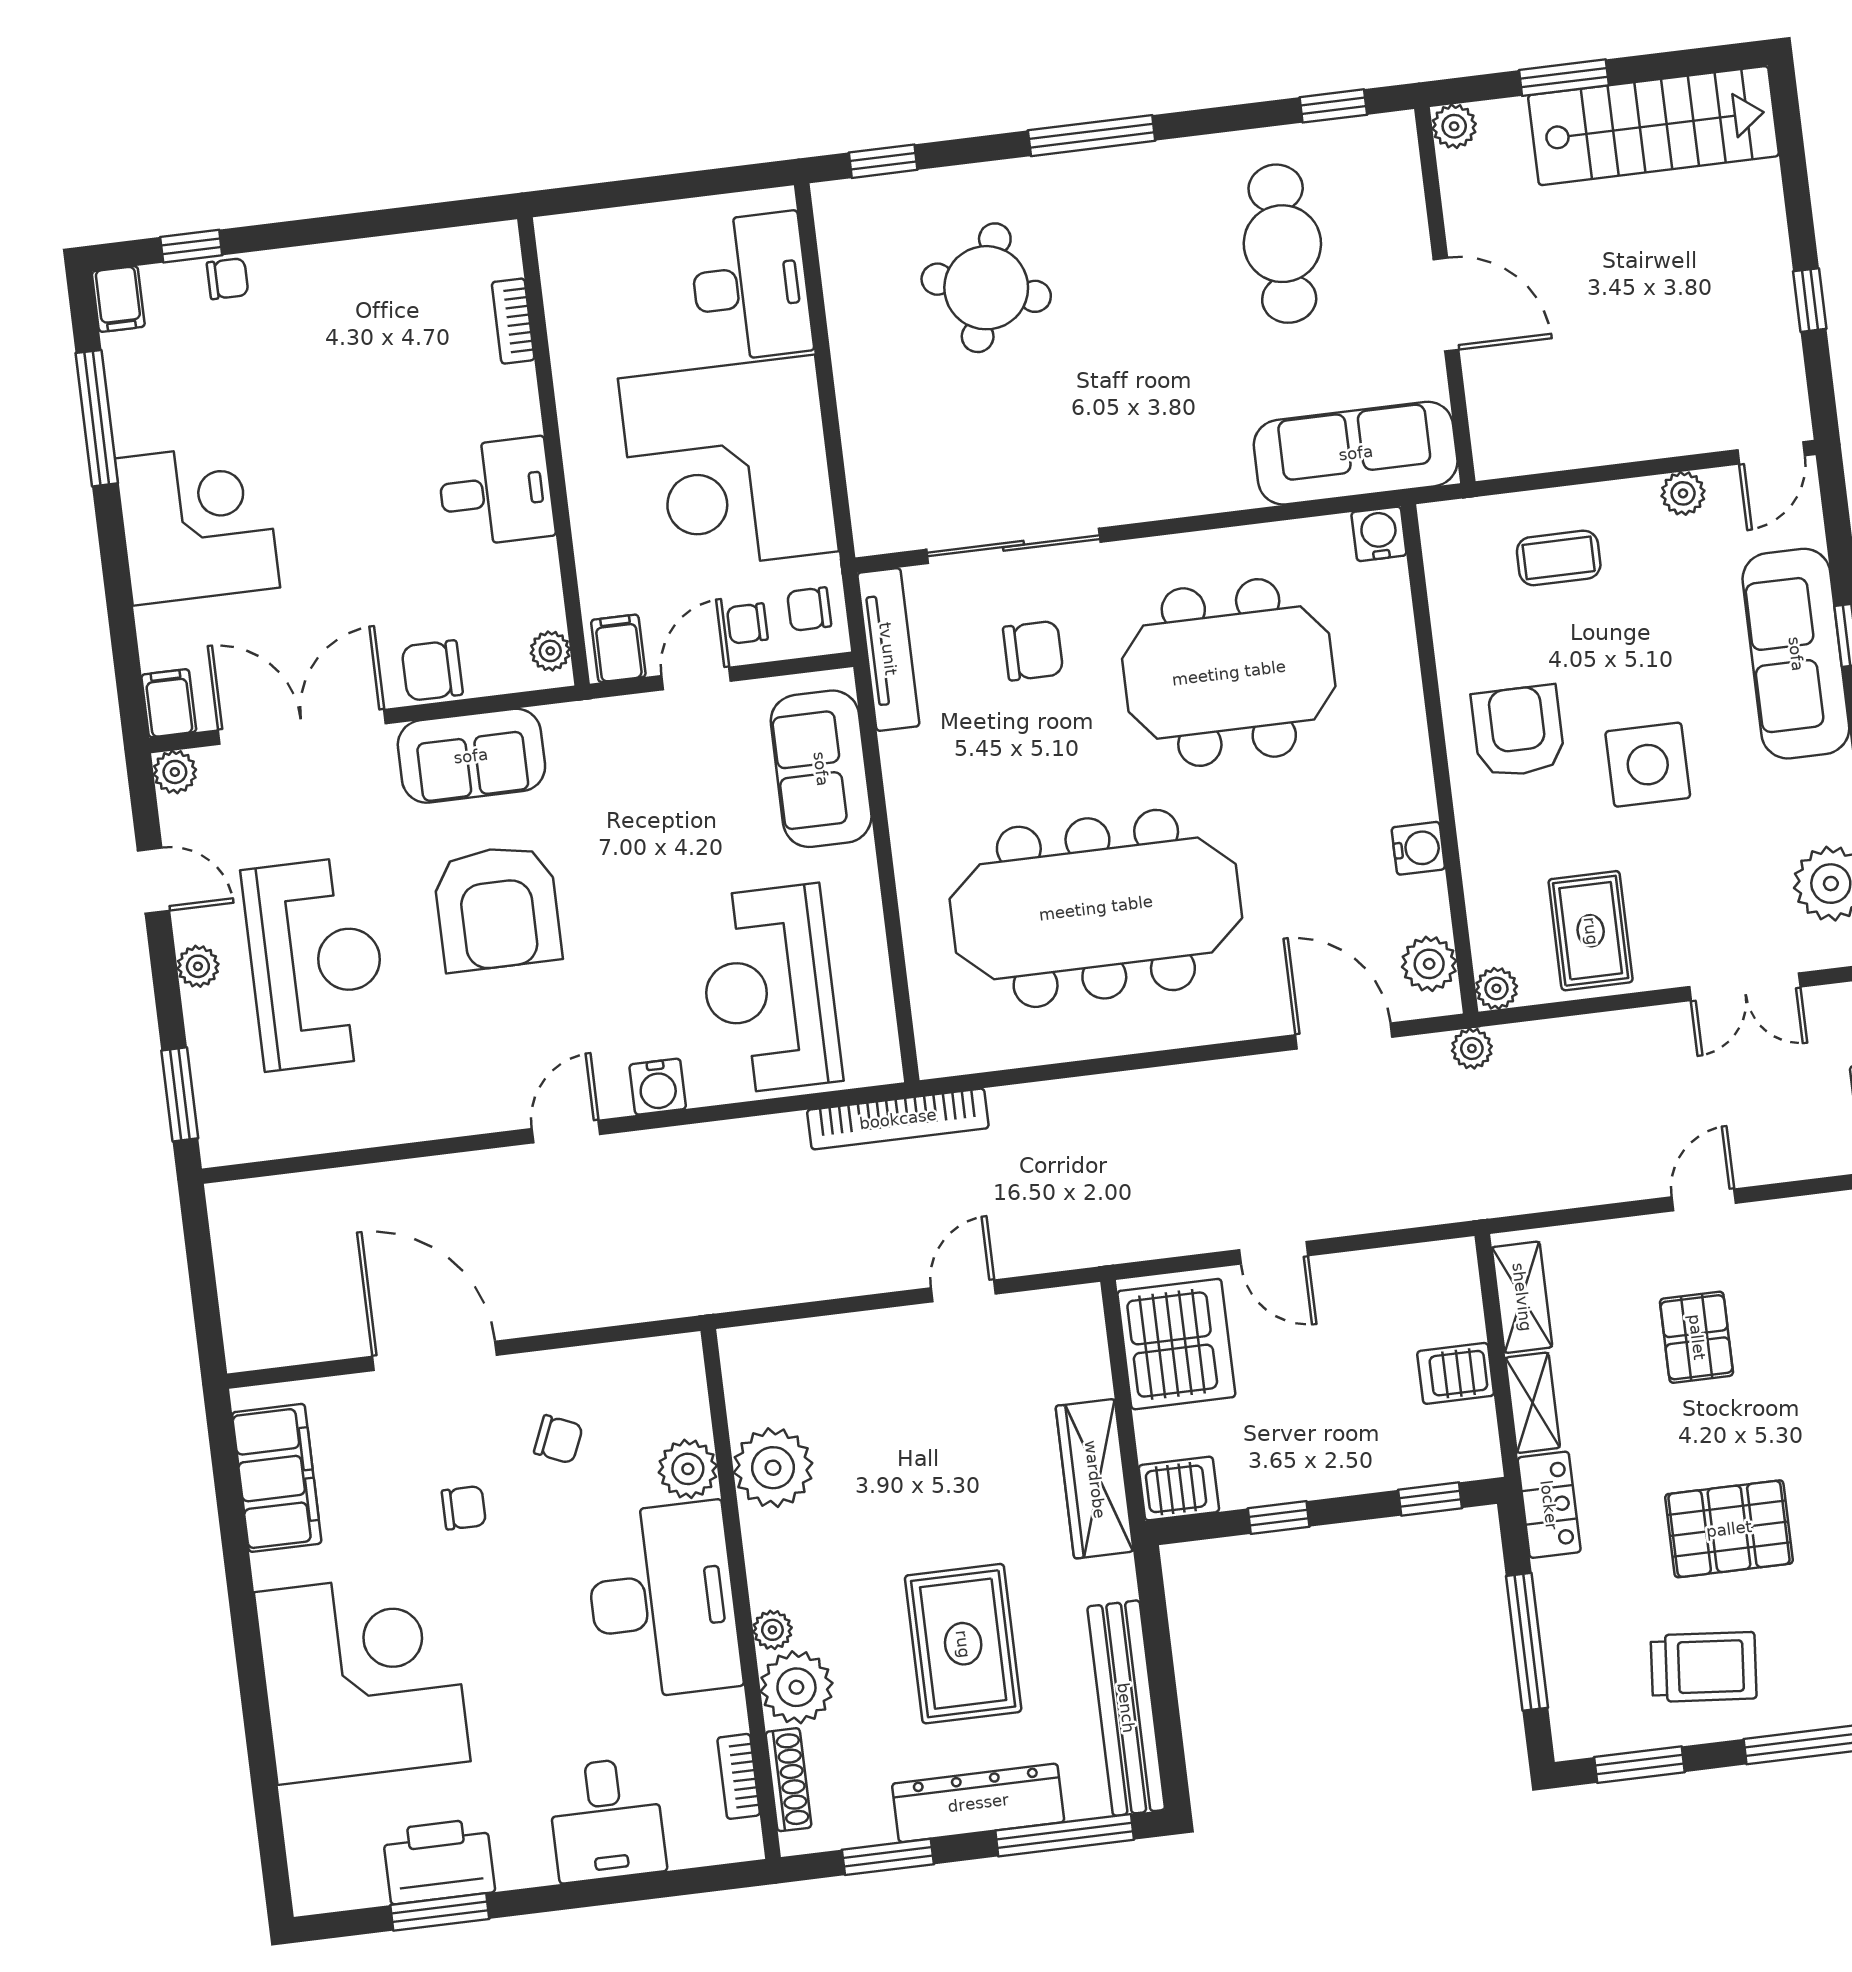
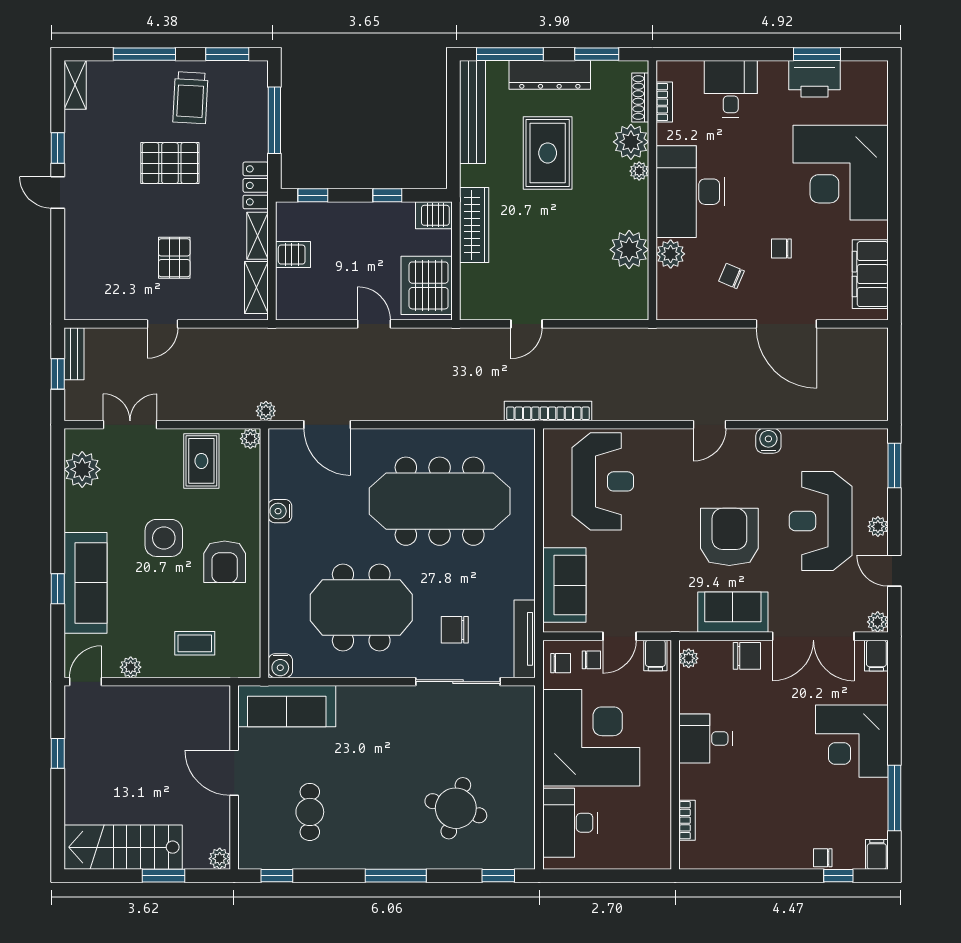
cafe table: (1282, 244) -> (310, 812), width x0.73, depth x0.74
plant: (1429, 964) -> (282, 454), removed
water cooler: (658, 1087) -> (768, 441), moved
trolley: (1704, 1667) -> (190, 98), turned -92

